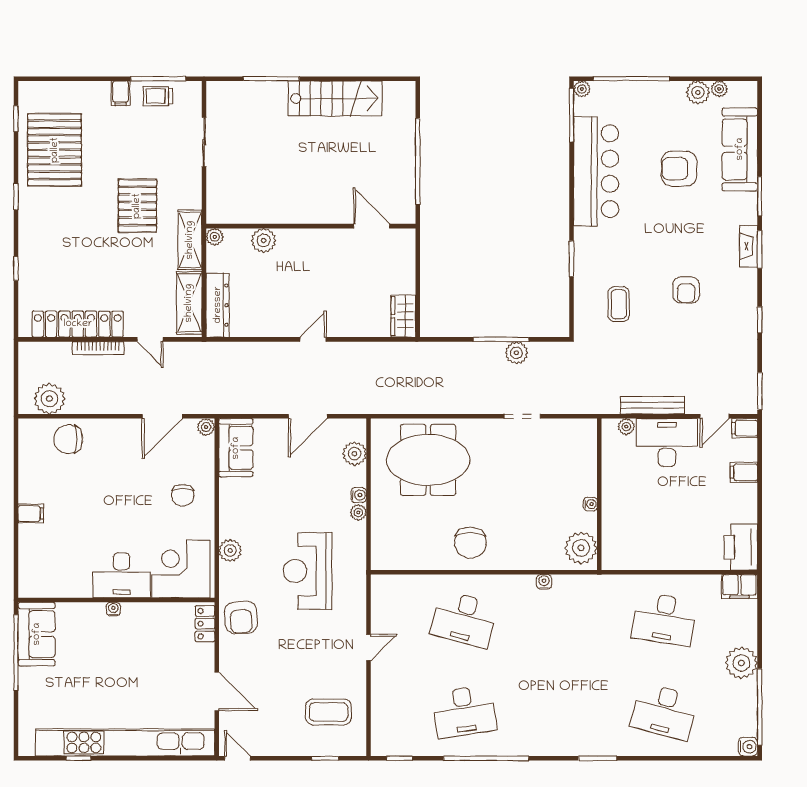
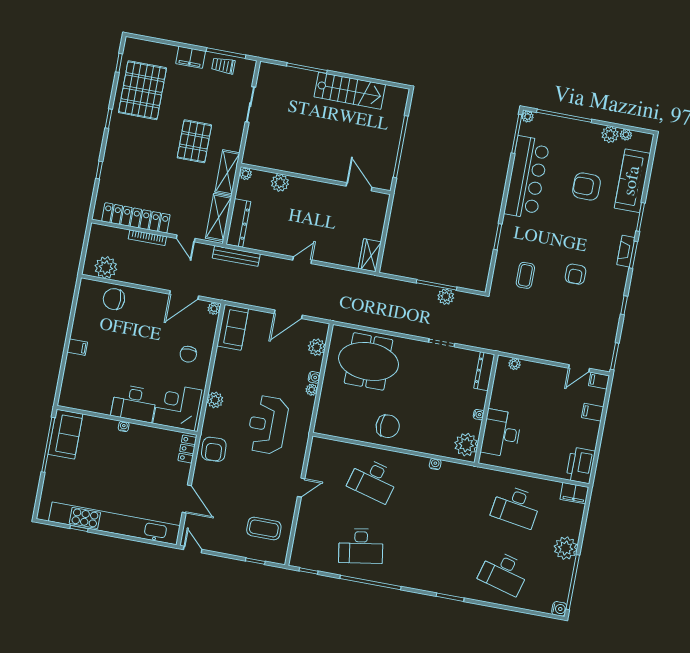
filing cabinet: (121, 93) -> (191, 57), width x2.00
bench: (653, 405) -> (236, 256), moved
desk: (667, 443) -> (501, 433), moved, turned -90
dresser: (587, 444) -> (484, 371), added
chair: (470, 543) -> (388, 426), turned -90

